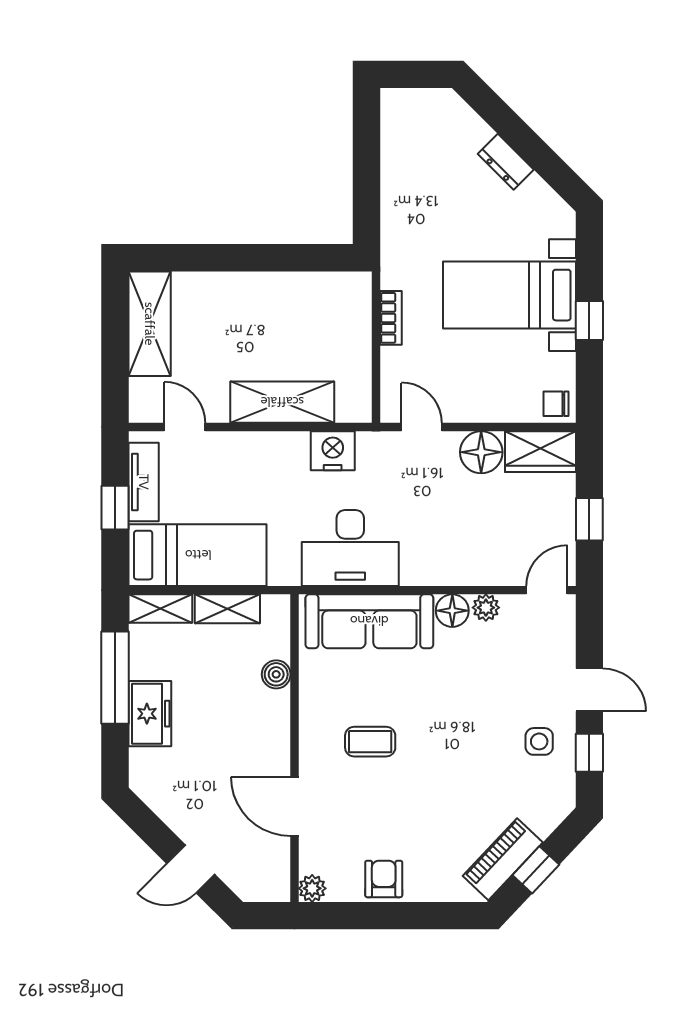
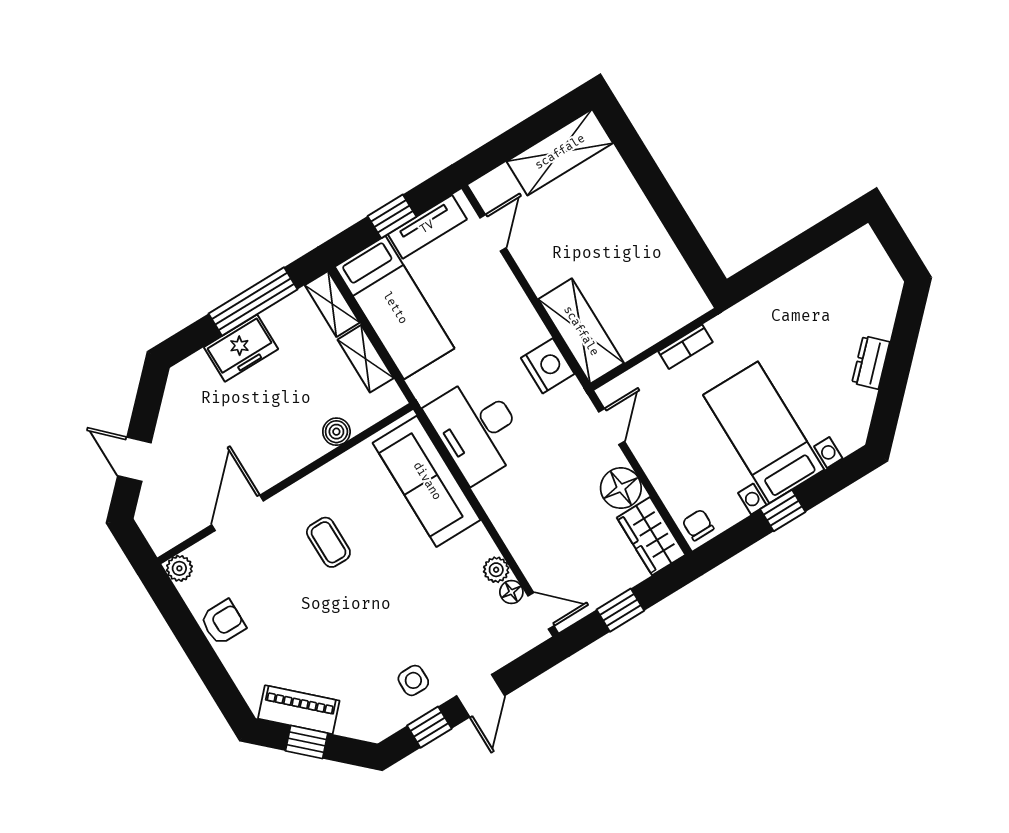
shelving: (282, 402) -> (581, 331), moved
floor lamp: (452, 611) -> (511, 592), moved, width x0.73, depth x0.73

